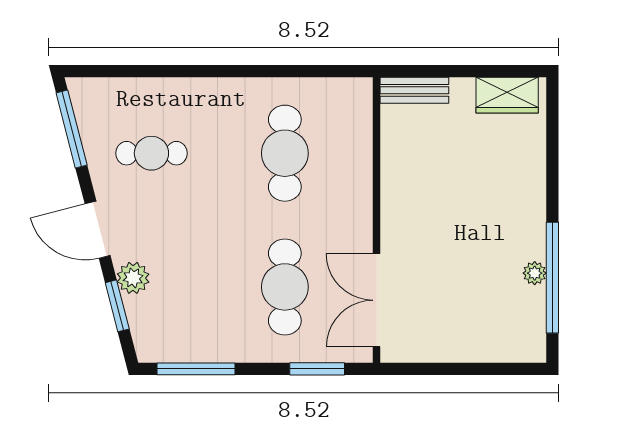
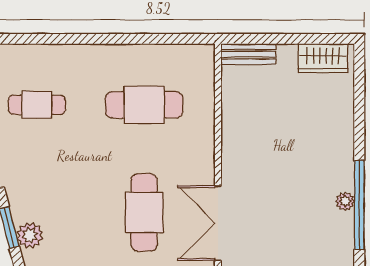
cafe table: (285, 153) -> (144, 105), turned 90
plant: (133, 278) -> (30, 235), moved

